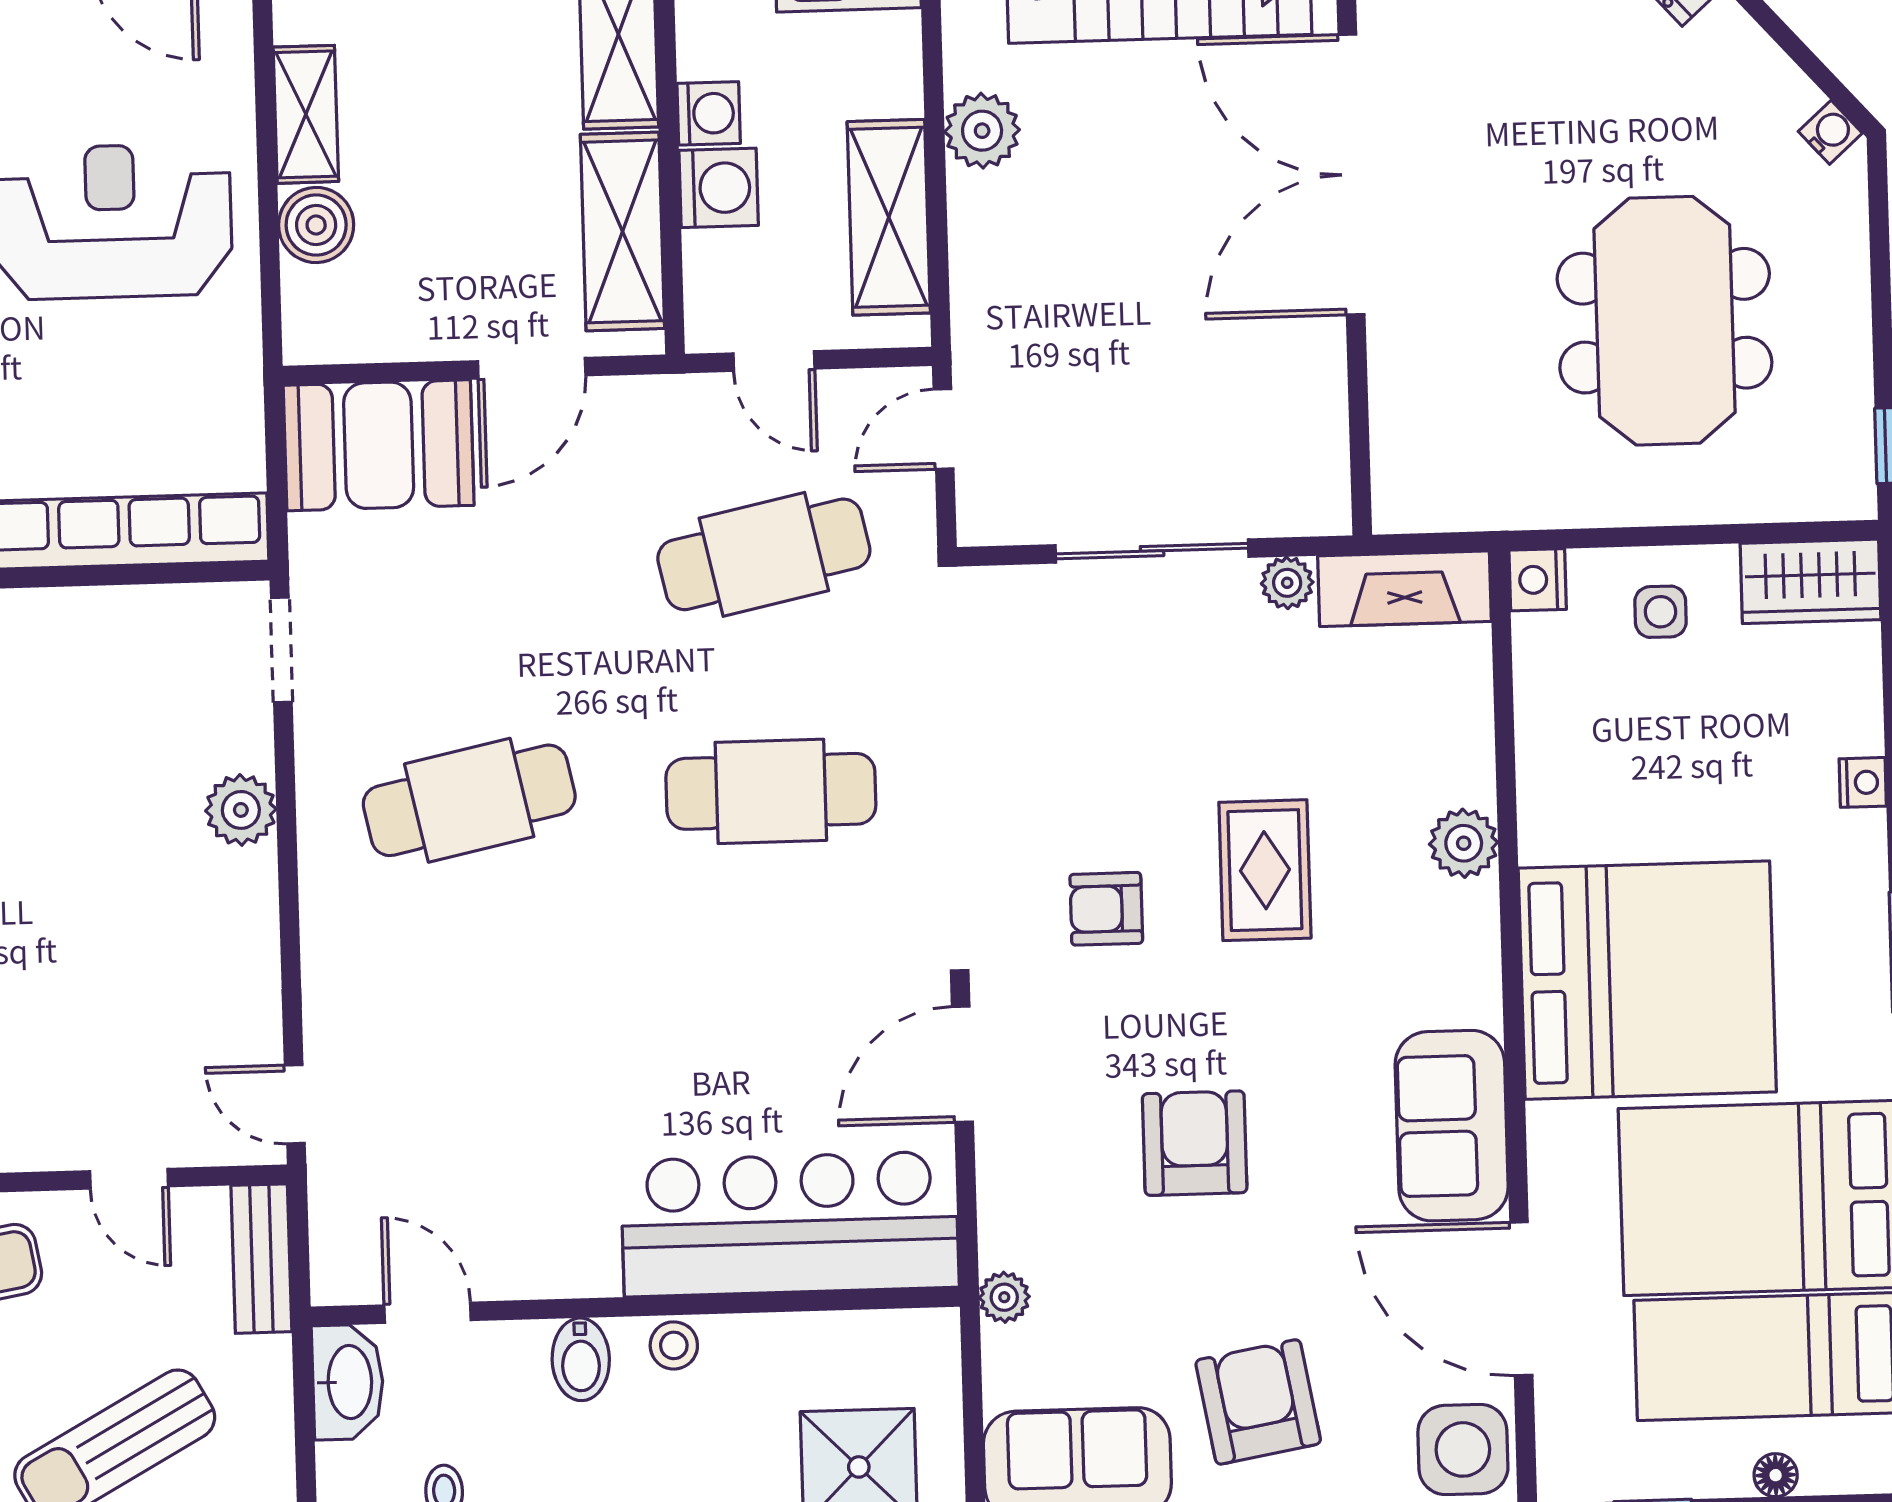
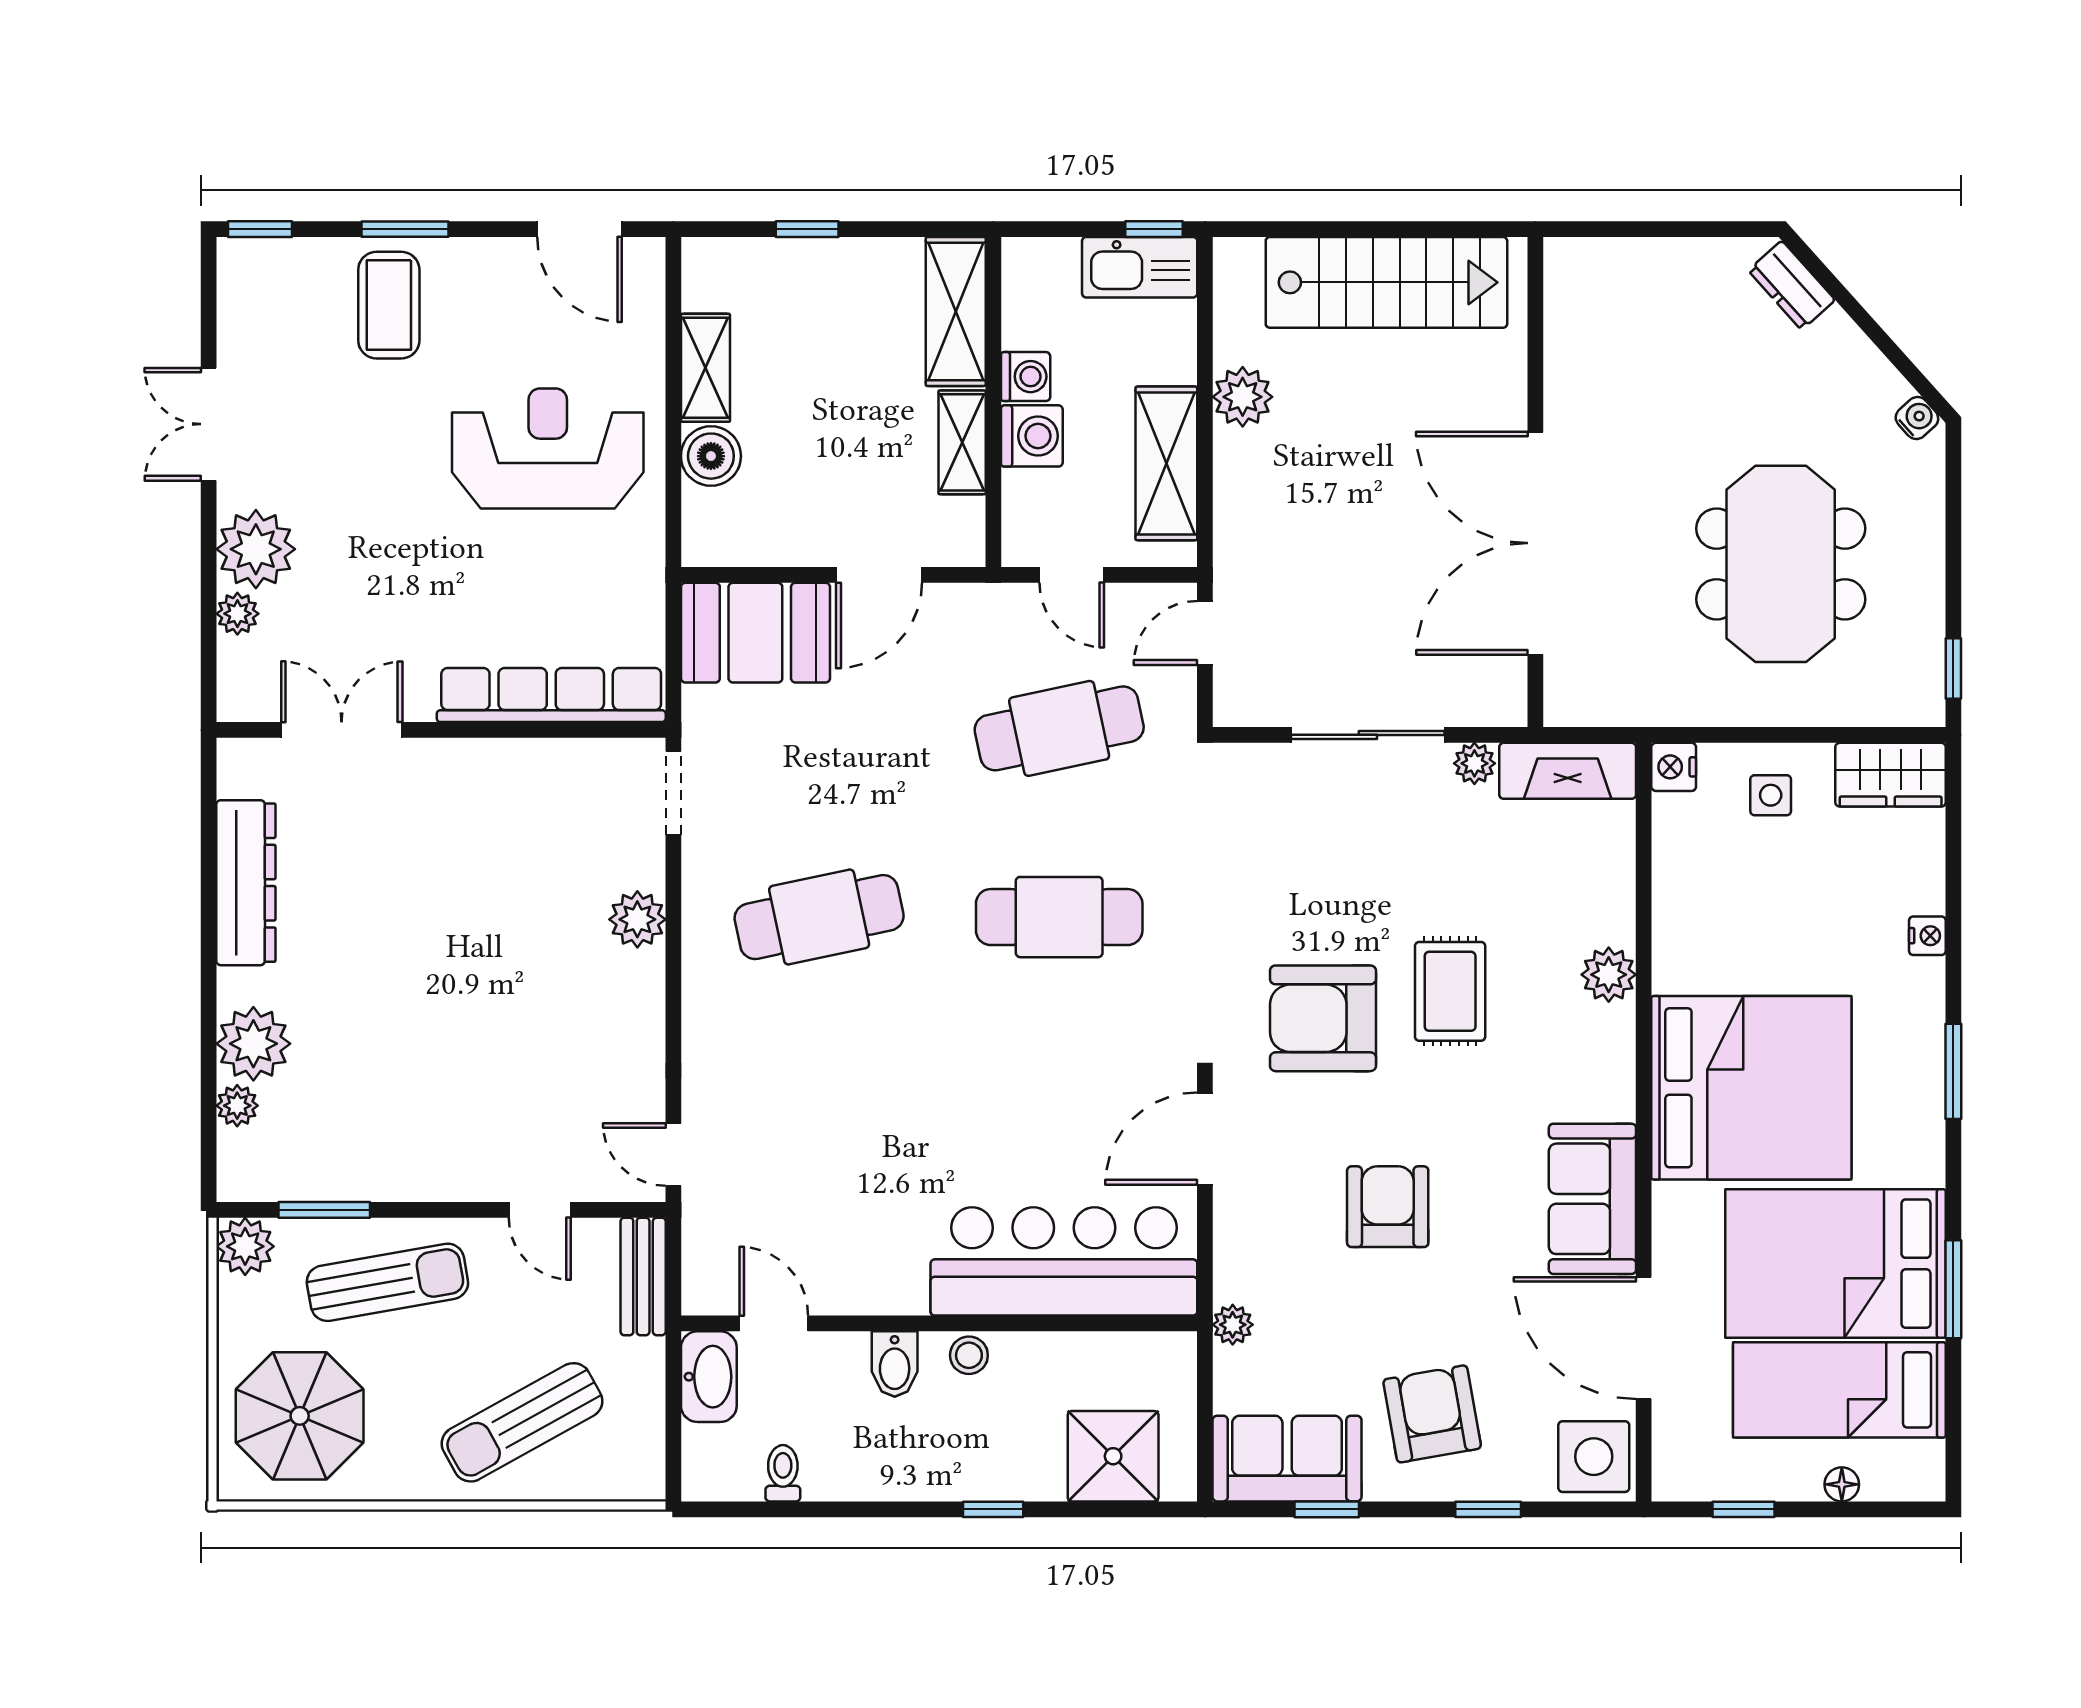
double door: (1352, 175) -> (1535, 543), moved
shelving: (622, 231) -> (962, 442), width x0.67, depth x0.75
armchair: (1106, 909) -> (1323, 1018), width x1.88, depth x1.88

